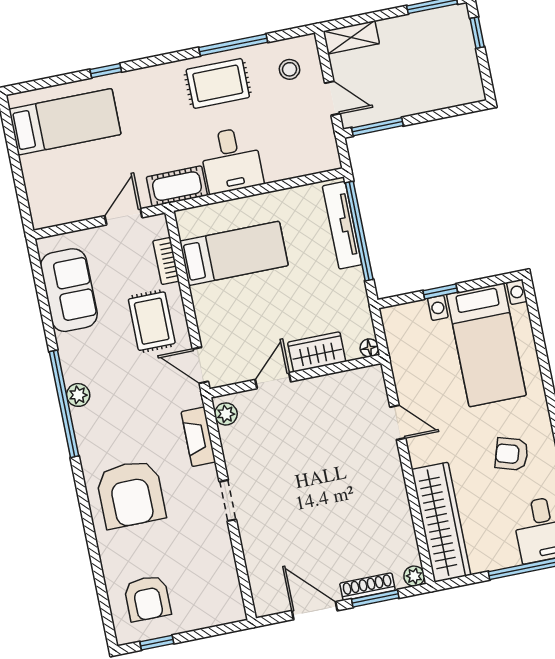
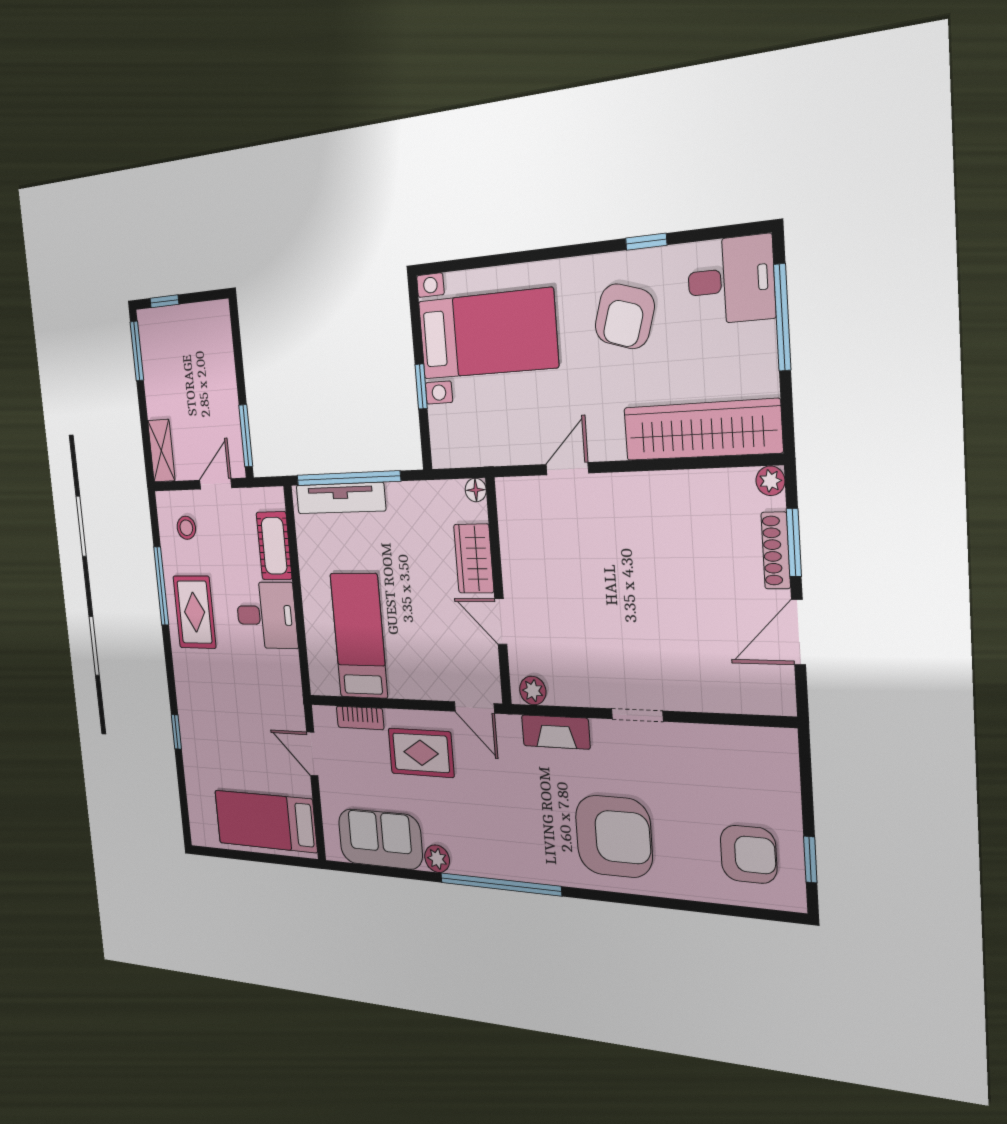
bed: (65, 122) -> (265, 821), moved, turned -90
cot: (177, 186) -> (274, 546), moved
door: (200, 365) -> (474, 707), hinge flipped
plant: (78, 395) -> (437, 859), moved
armchair: (512, 454) -> (625, 316), width x1.38, depth x1.38

